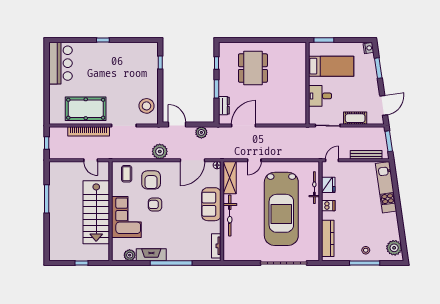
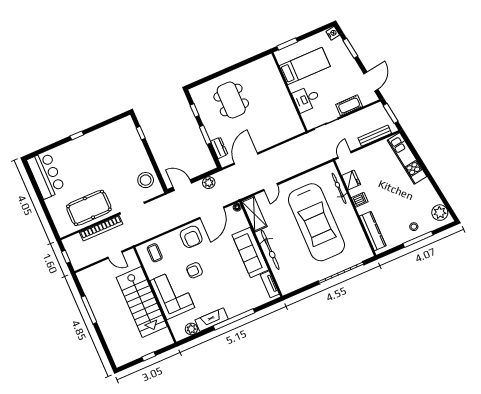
plant: (160, 151) -> (177, 218), removed
armchair: (151, 180) -> (191, 237), moved
sofa: (211, 204) -> (250, 252), width x1.36

